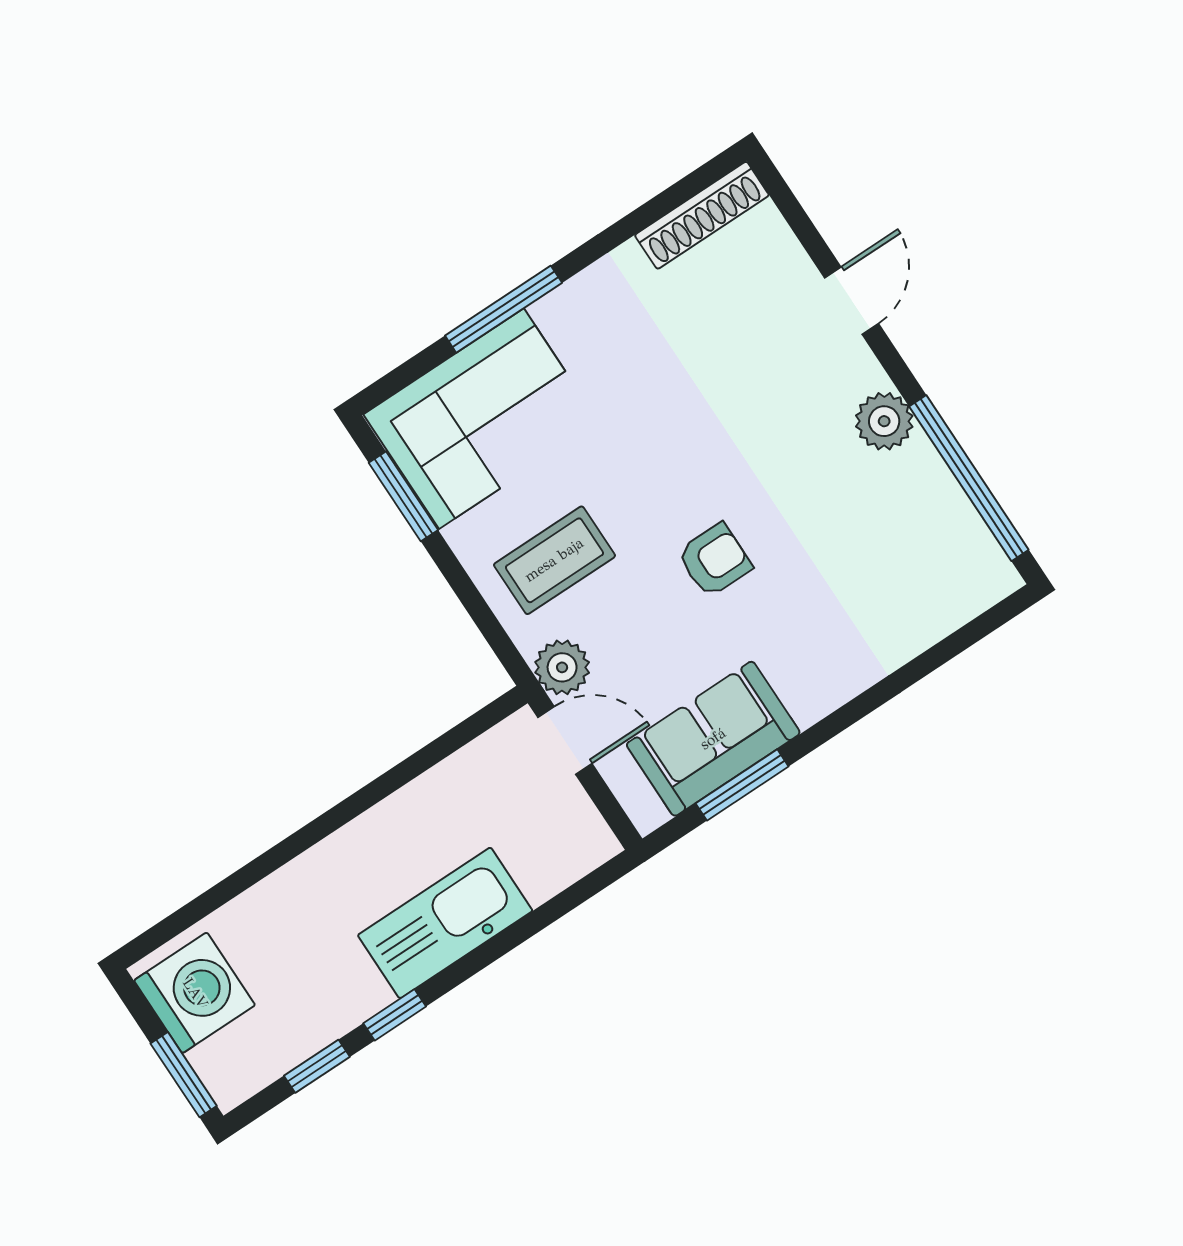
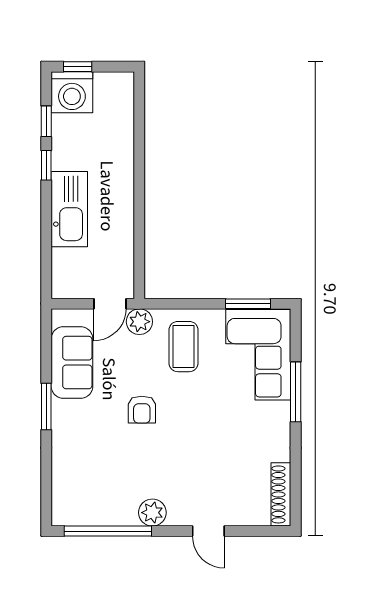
window: (742, 785) -> (46, 406), moved
washing machine: (195, 993) -> (72, 92), moved
window: (184, 1075) -> (78, 67), width x0.67

